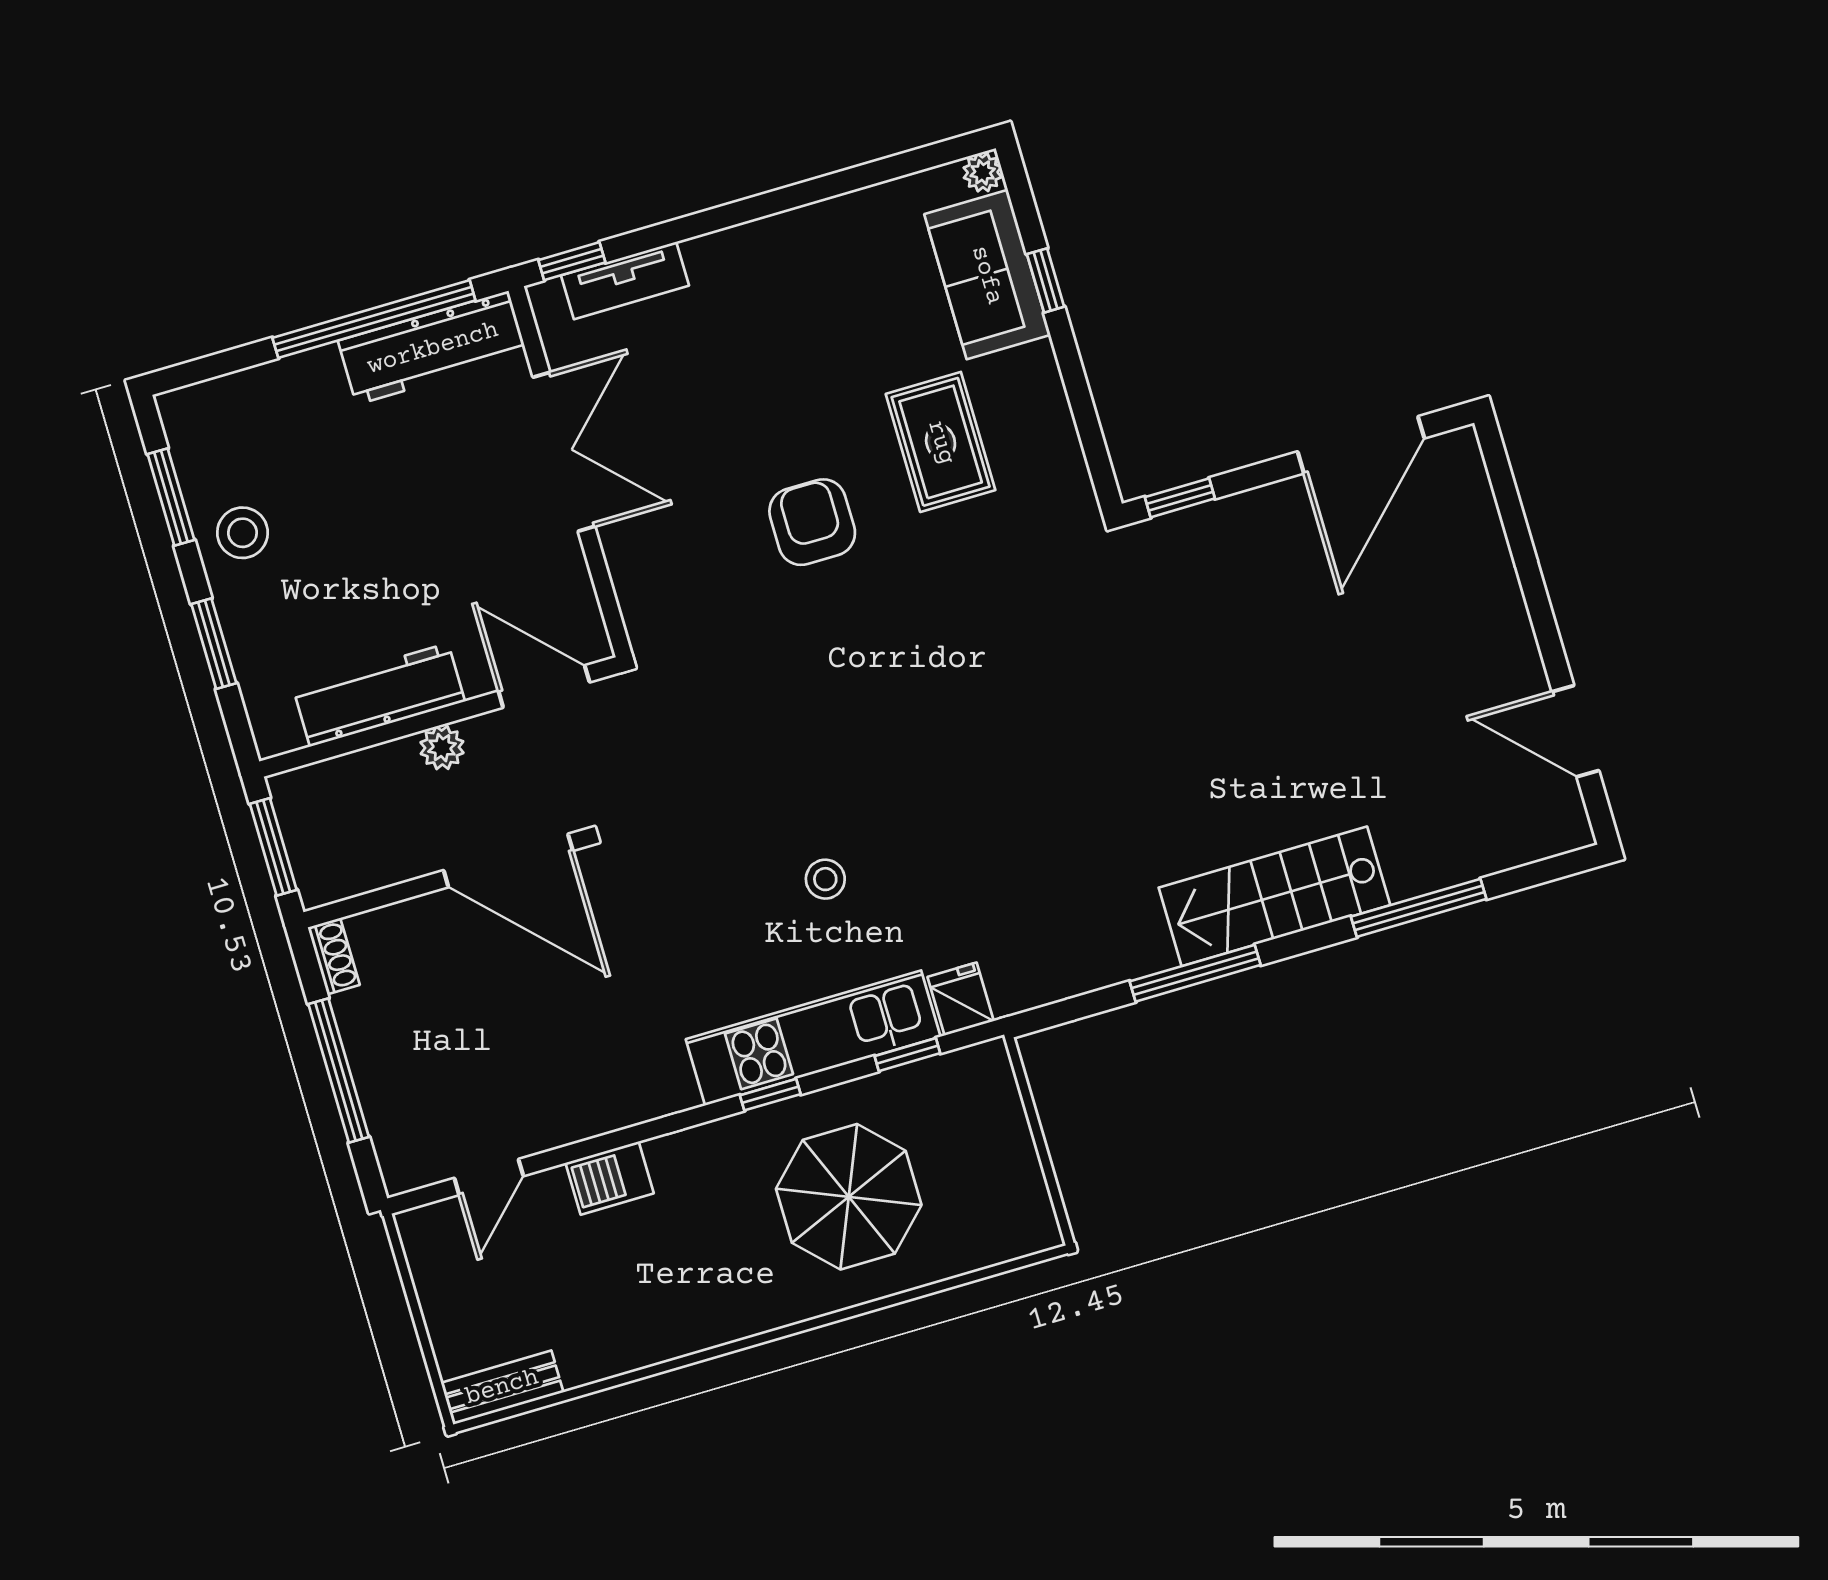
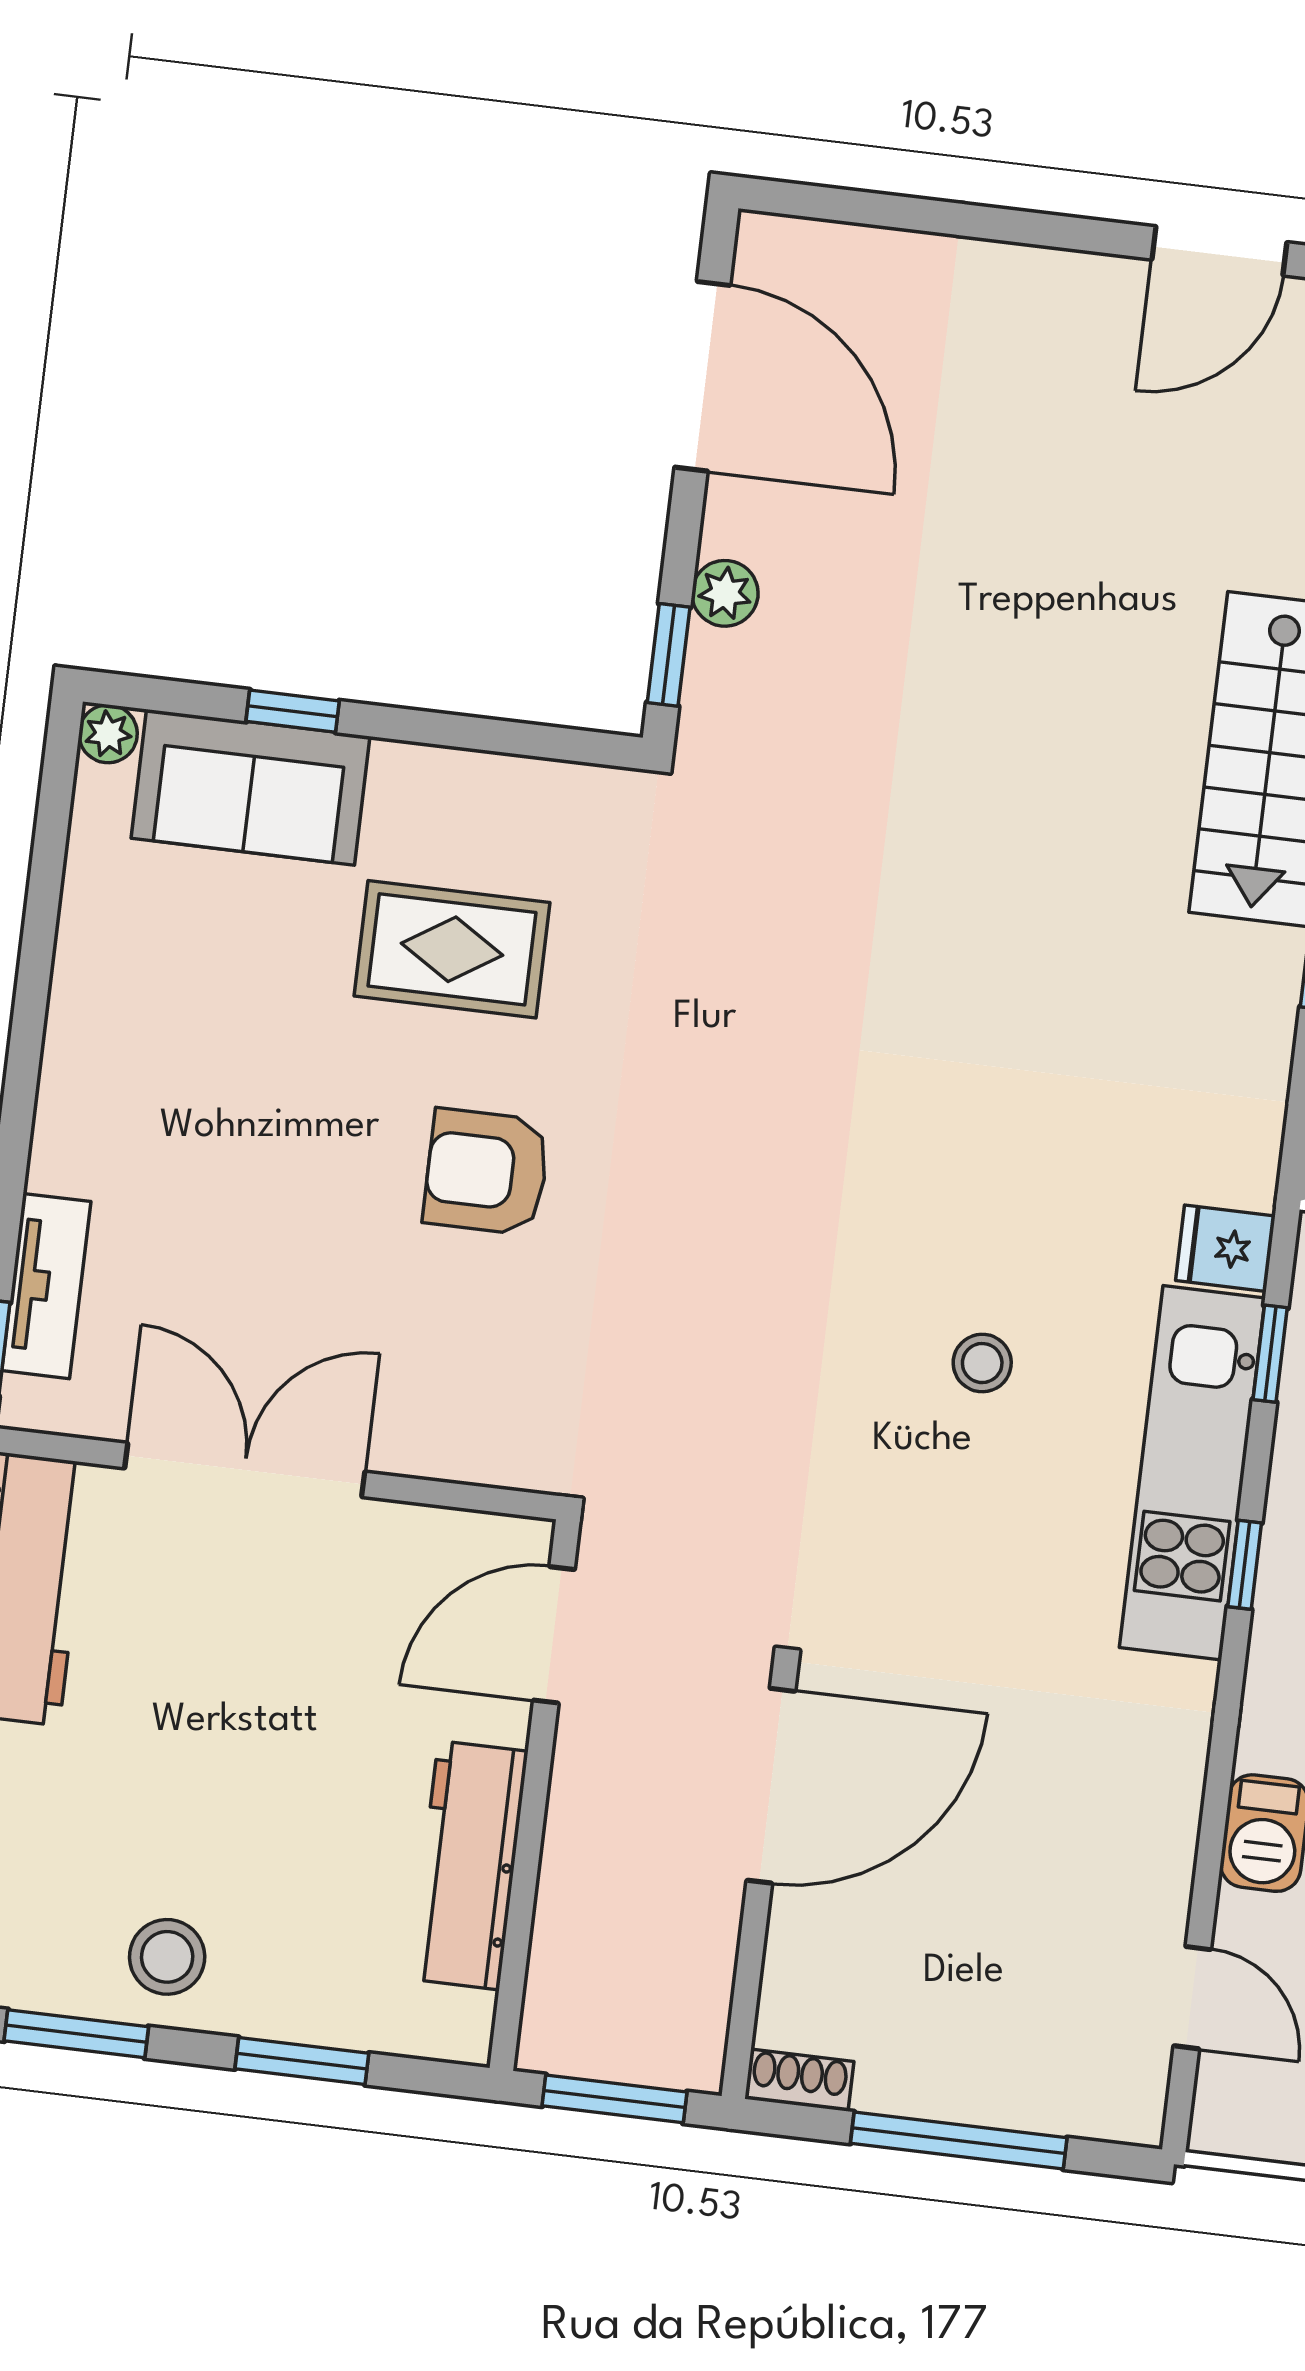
plant: (442, 748) -> (725, 593), moved

